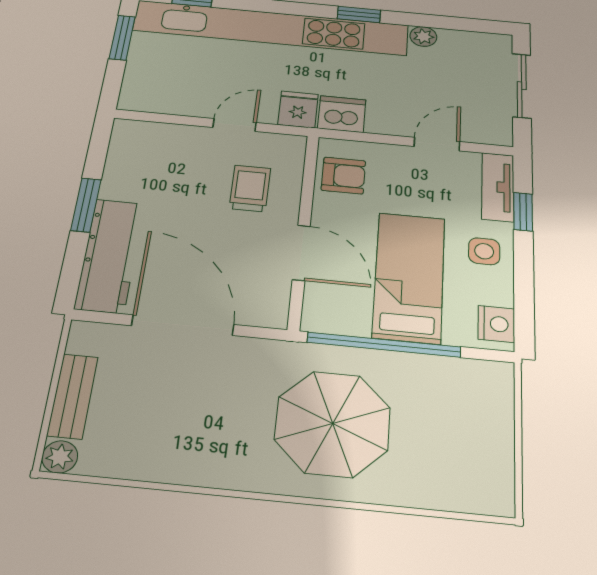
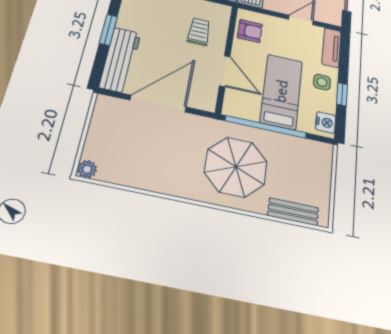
window: (523, 212) -> (342, 94), moved
door: (183, 325) -> (158, 104), hinge flipped
bench: (73, 396) -> (293, 212), moved, turned 90

